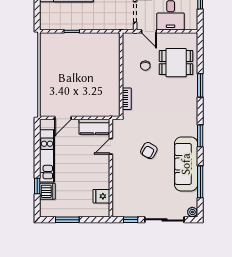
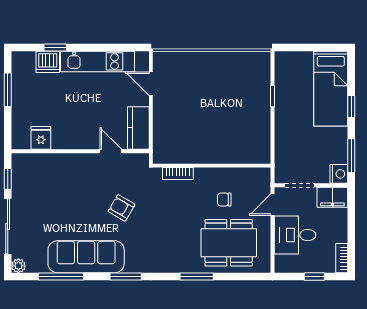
dining table: (176, 63) -> (229, 243), width x1.37
armchair: (149, 151) -> (122, 208), moved

